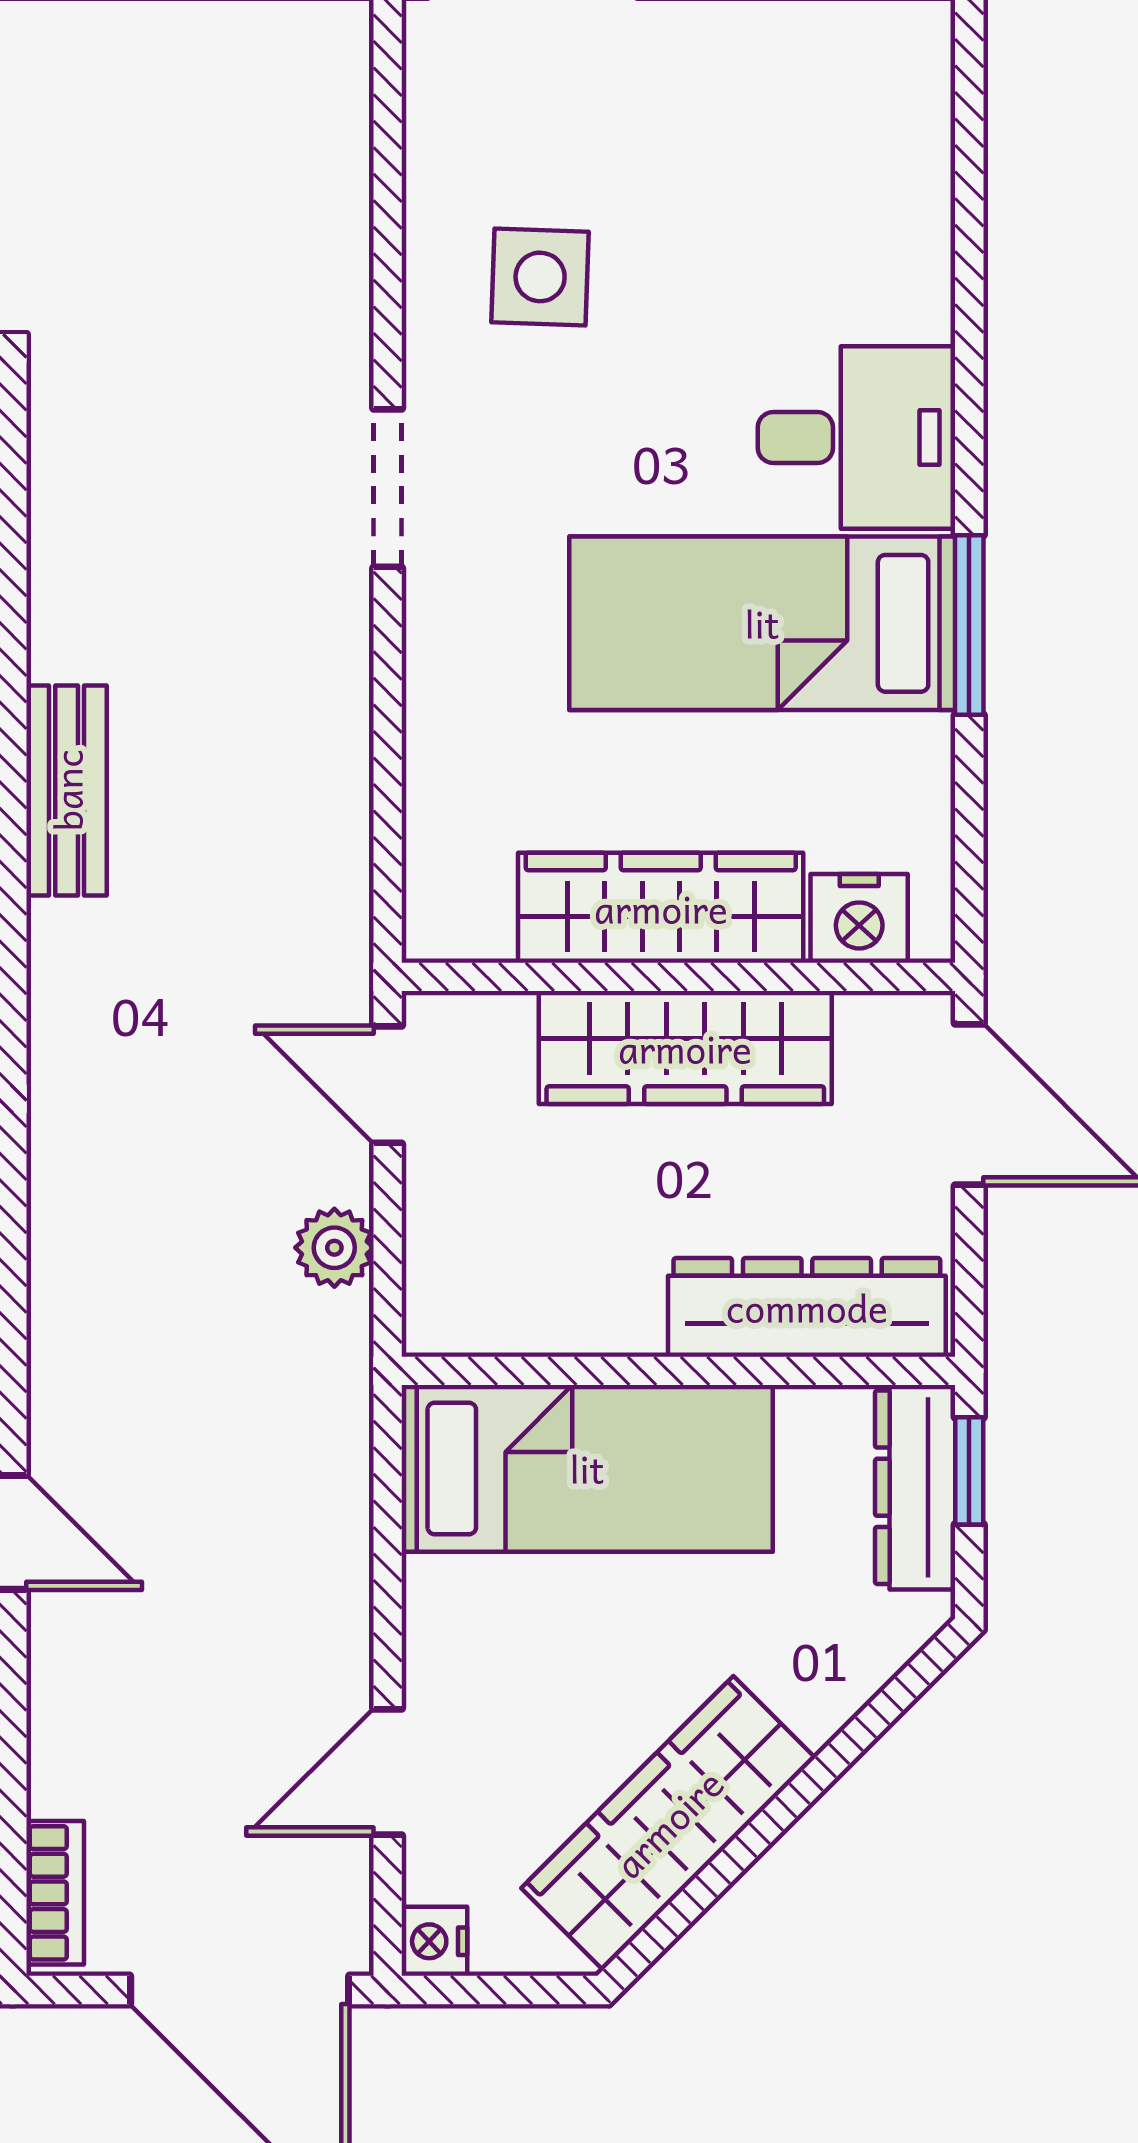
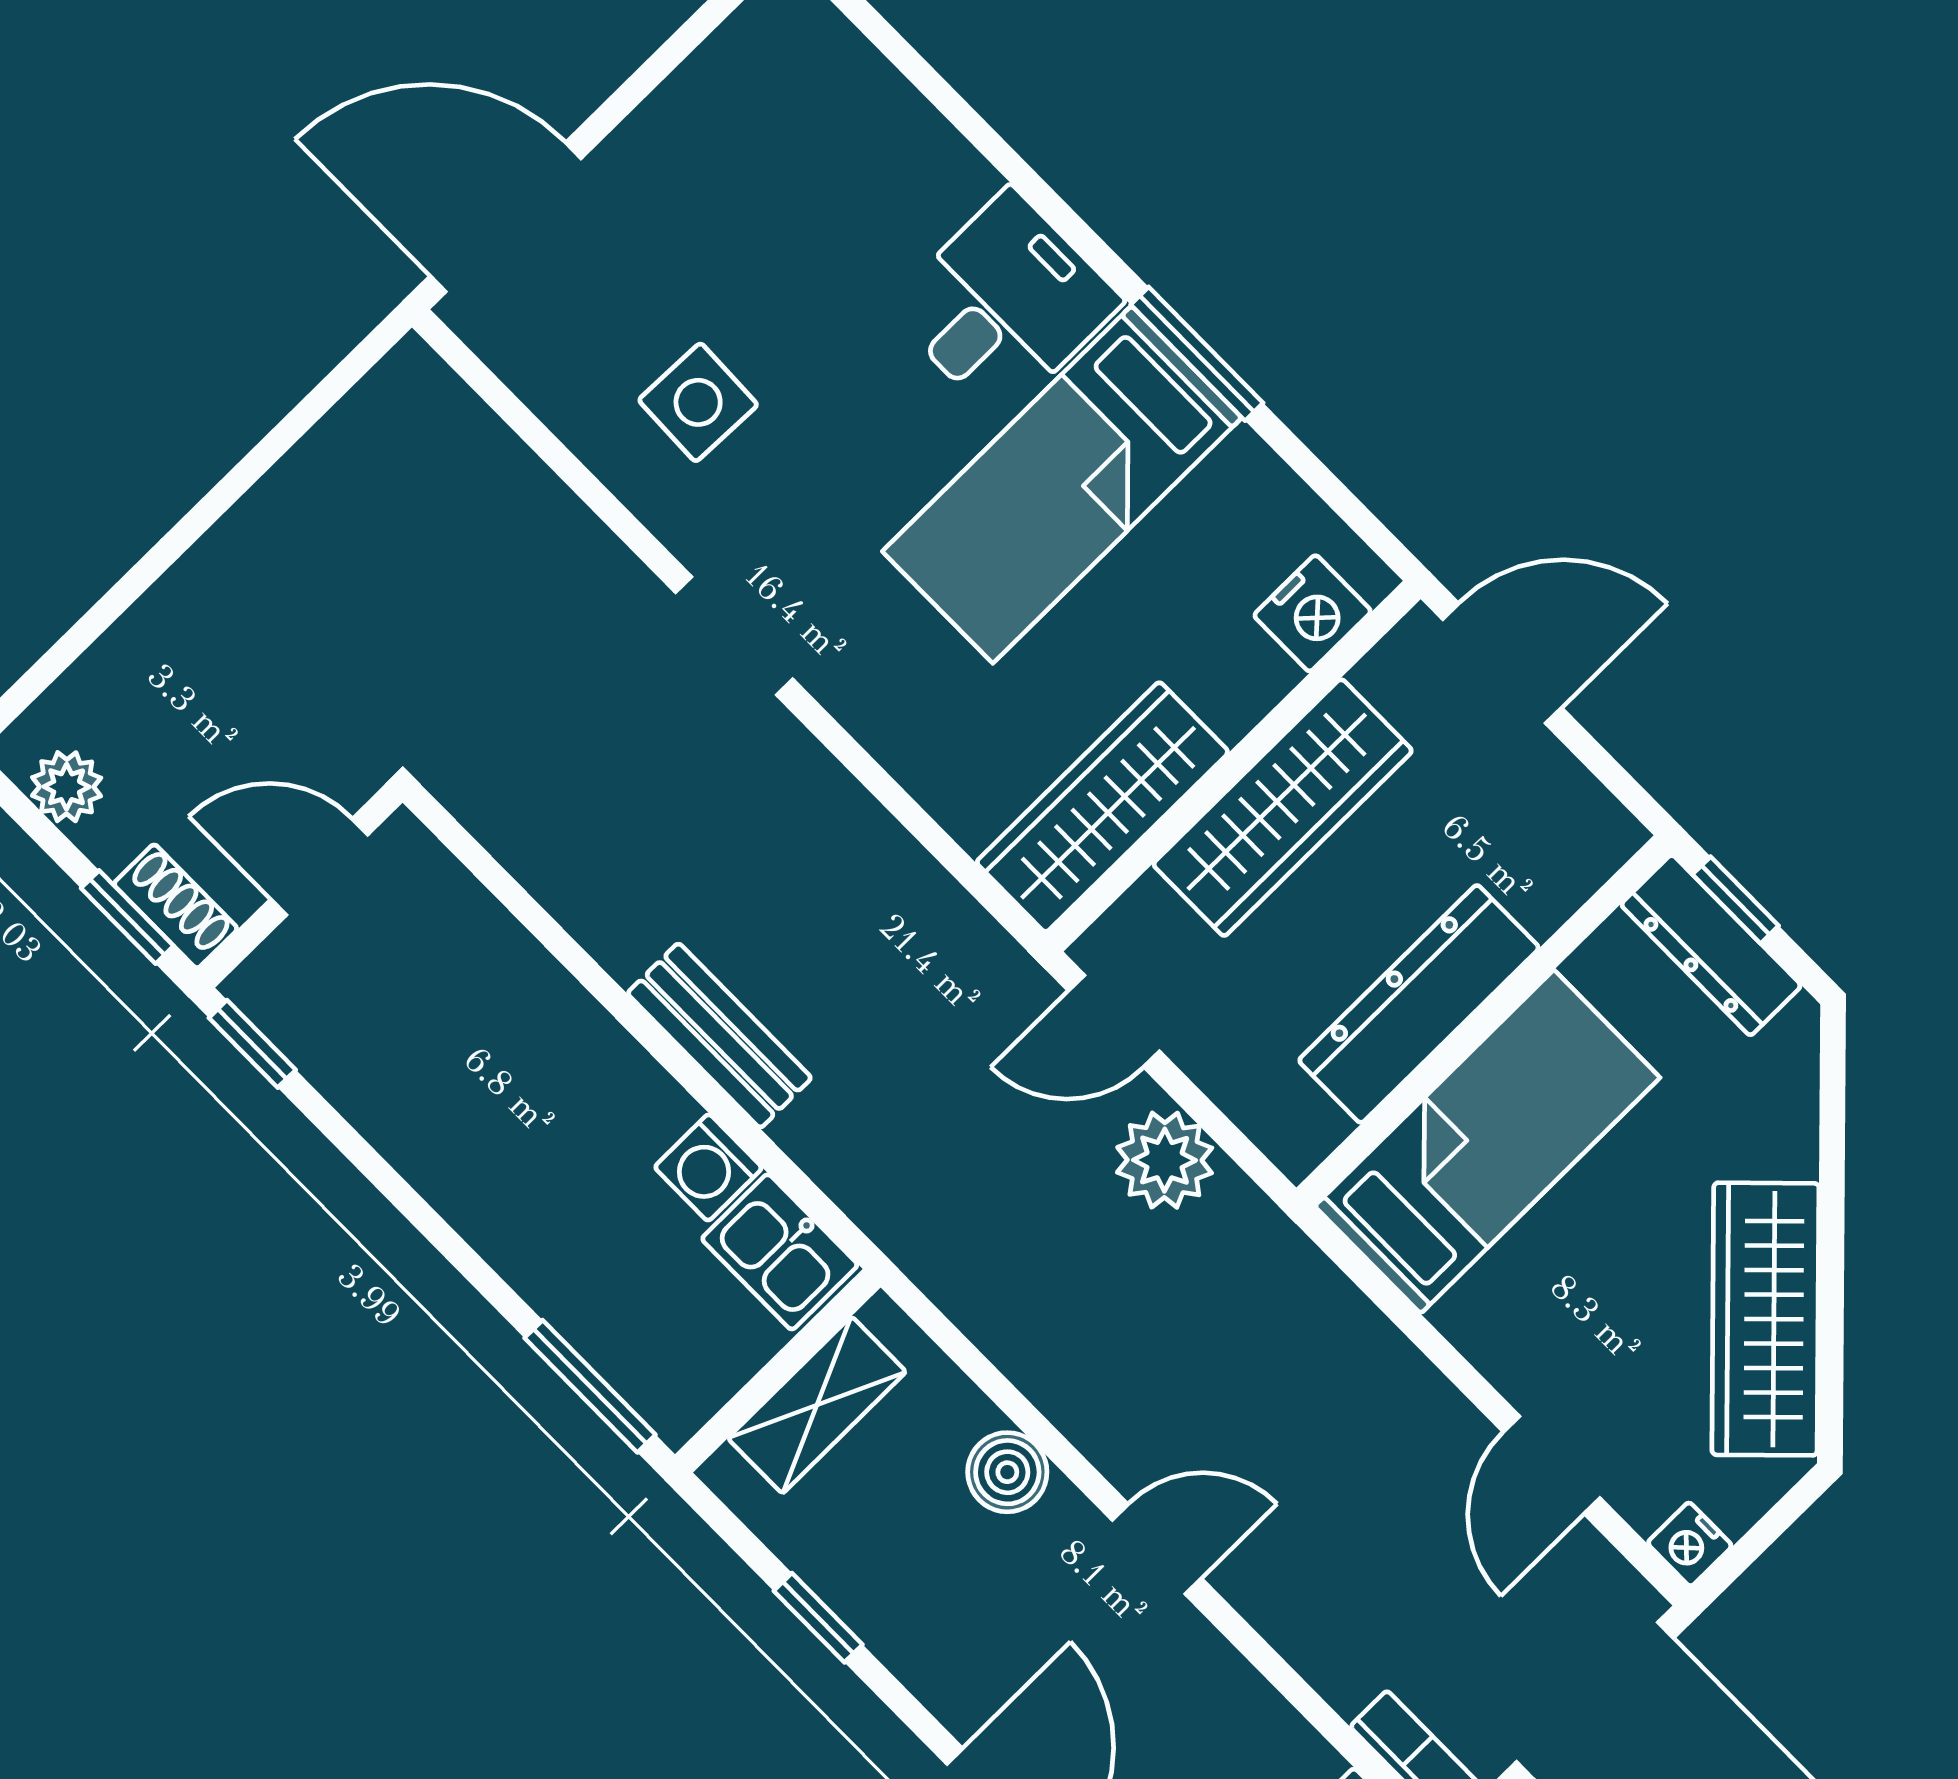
wardrobe: (661, 908) -> (1102, 807), moved
plant: (334, 1248) -> (1165, 1160), width x1.38, depth x1.38
dresser: (807, 1307) -> (1419, 1004), moved

